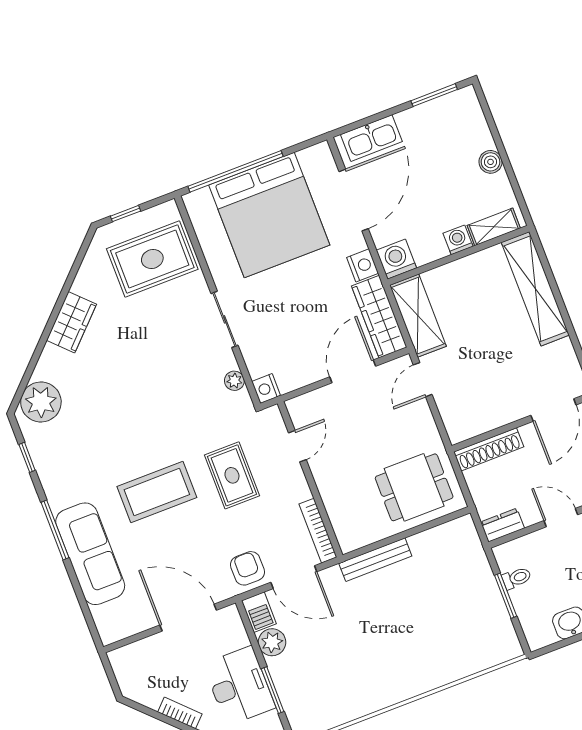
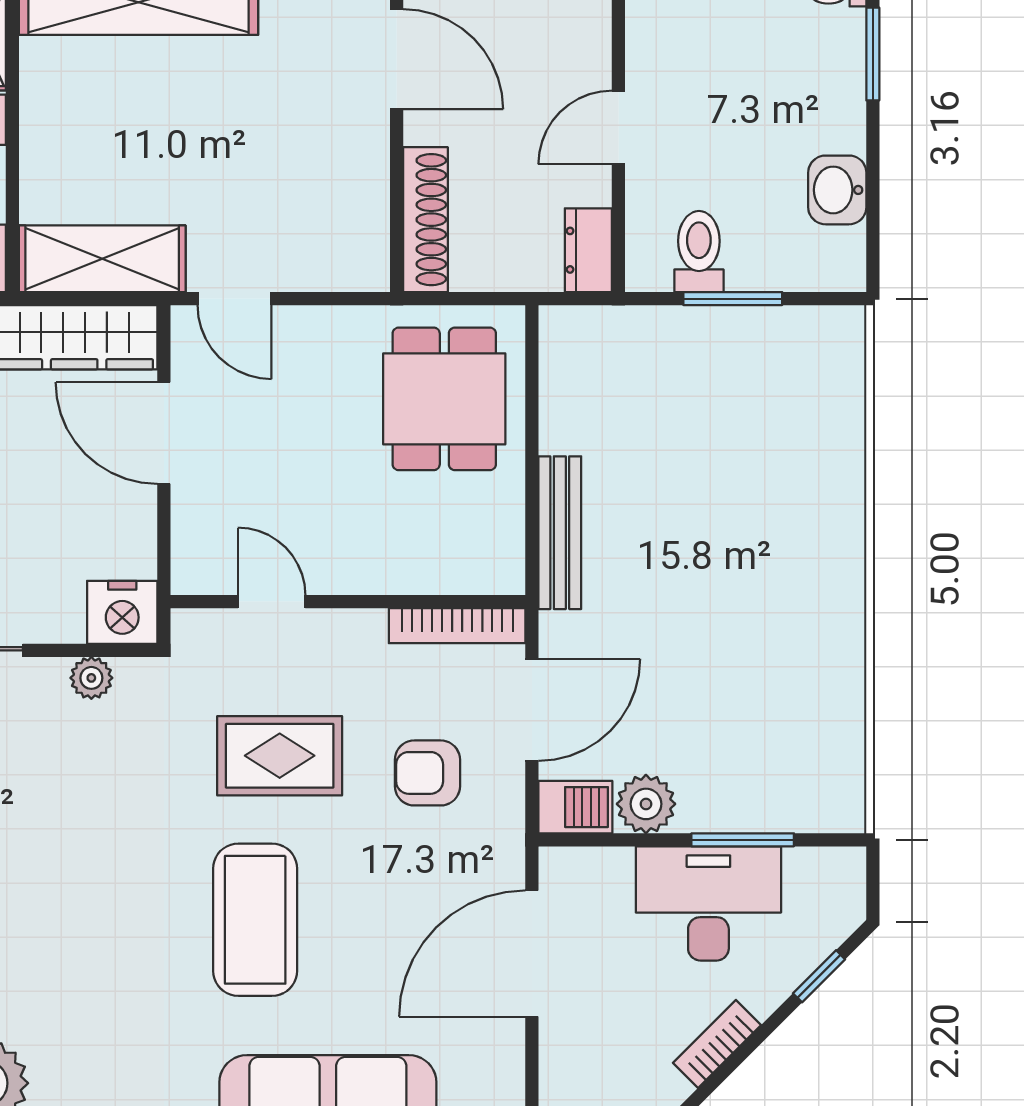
nightstand: (266, 389) -> (122, 612), width x1.36, depth x1.33
armchair: (247, 568) -> (427, 773), moved
toilet: (517, 578) -> (699, 252), width x1.37, depth x1.39

